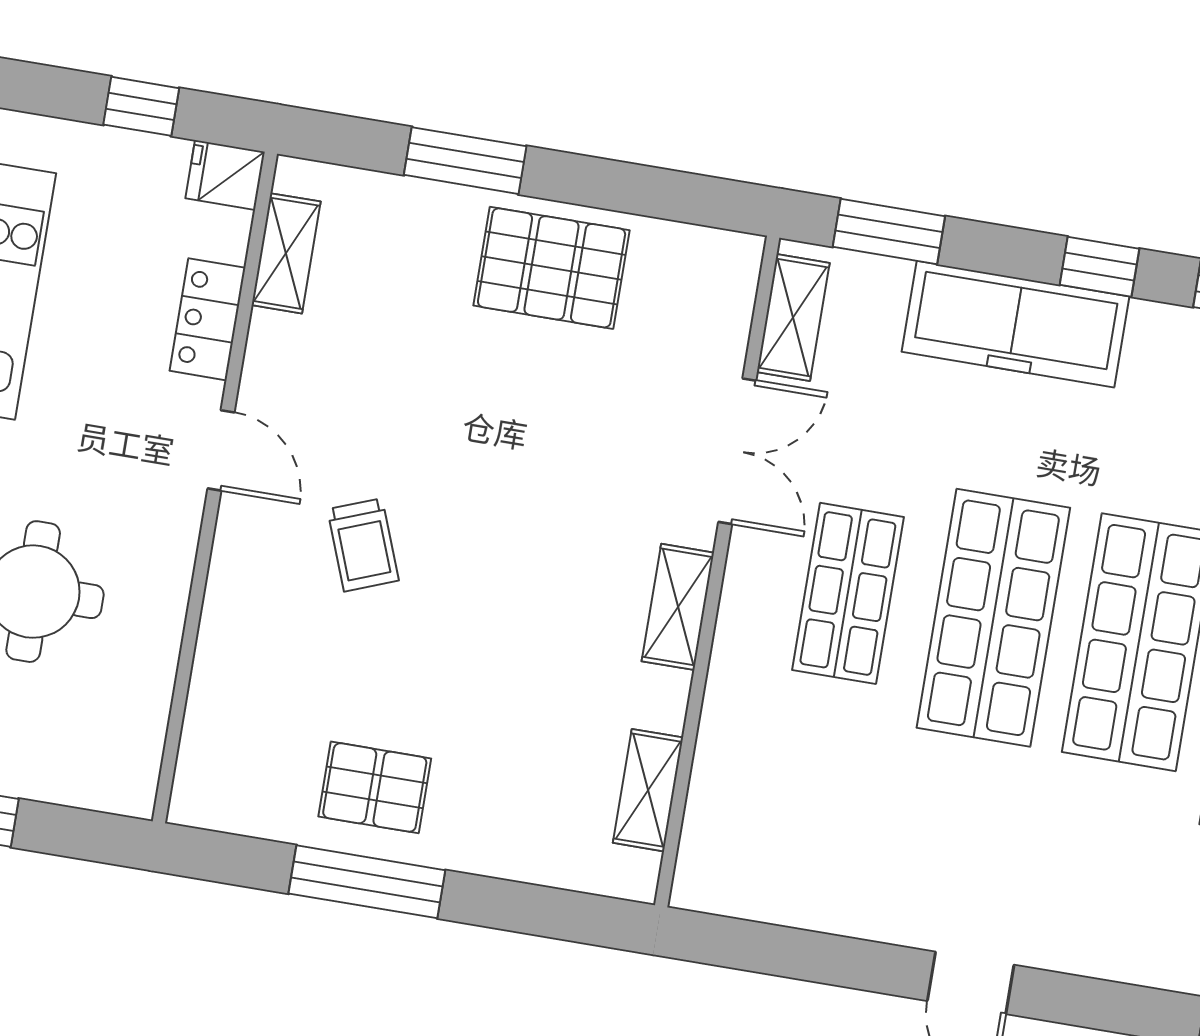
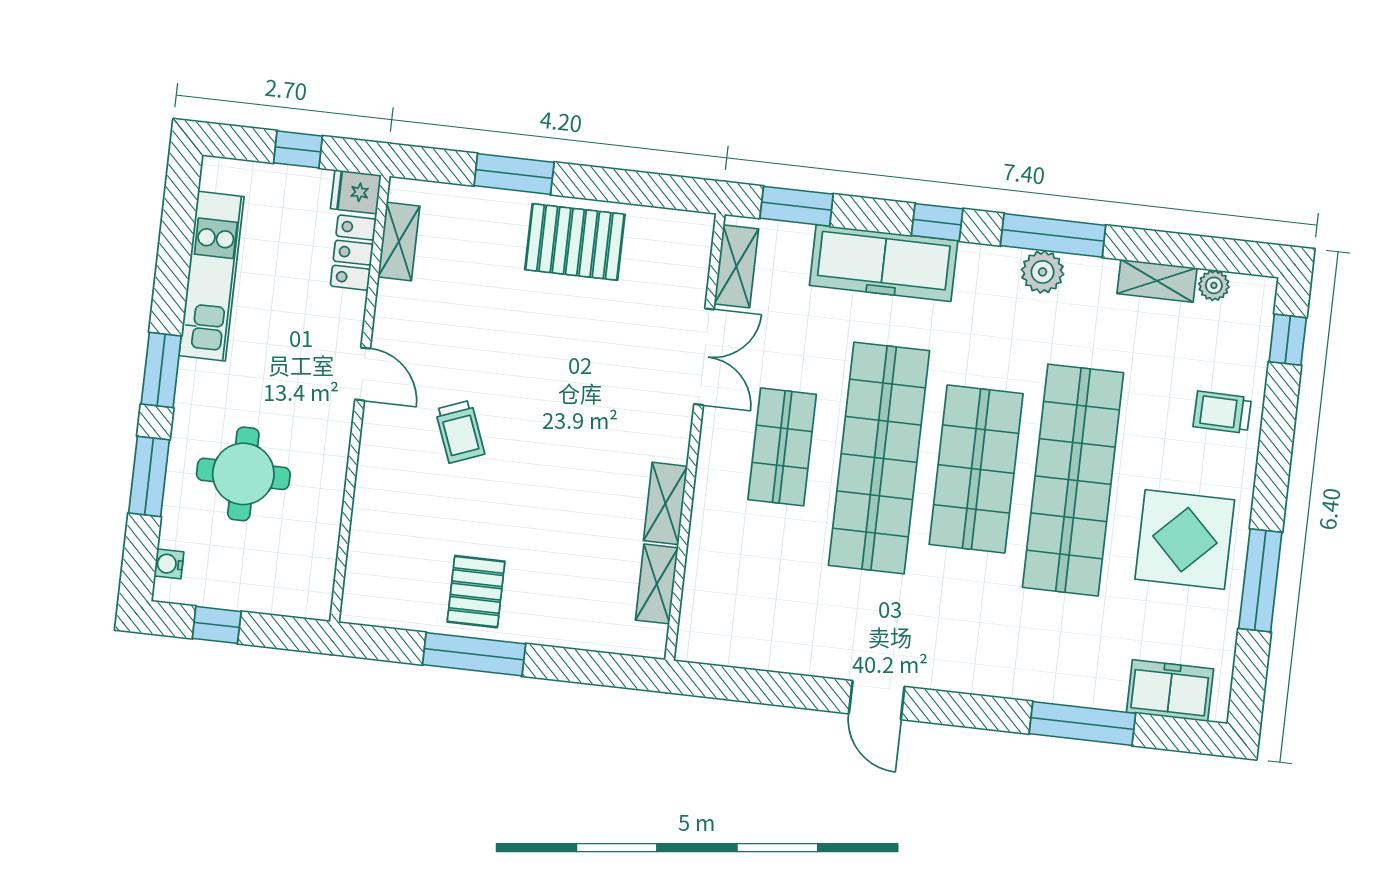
locker: (207, 319) -> (353, 253), moved
shelving: (678, 607) -> (665, 503), moved
shop shelf: (993, 618) -> (879, 458), width x1.40
pallet: (375, 787) -> (476, 592), turned 90

